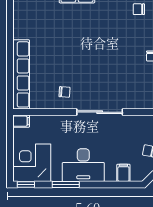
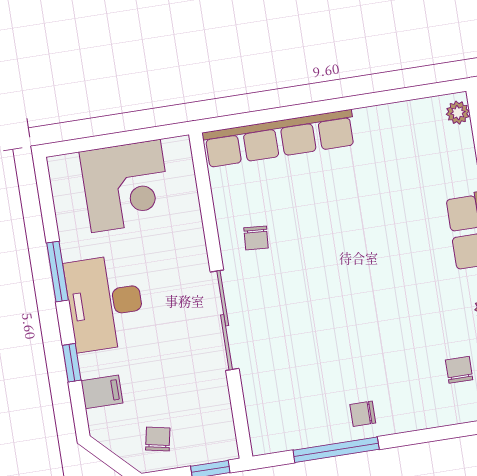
filing cabinet: (21, 121) -> (179, 154), removed
corner desk: (32, 163) -> (126, 186), moved, turned 90
window: (26, 184) -> (72, 363), moved

